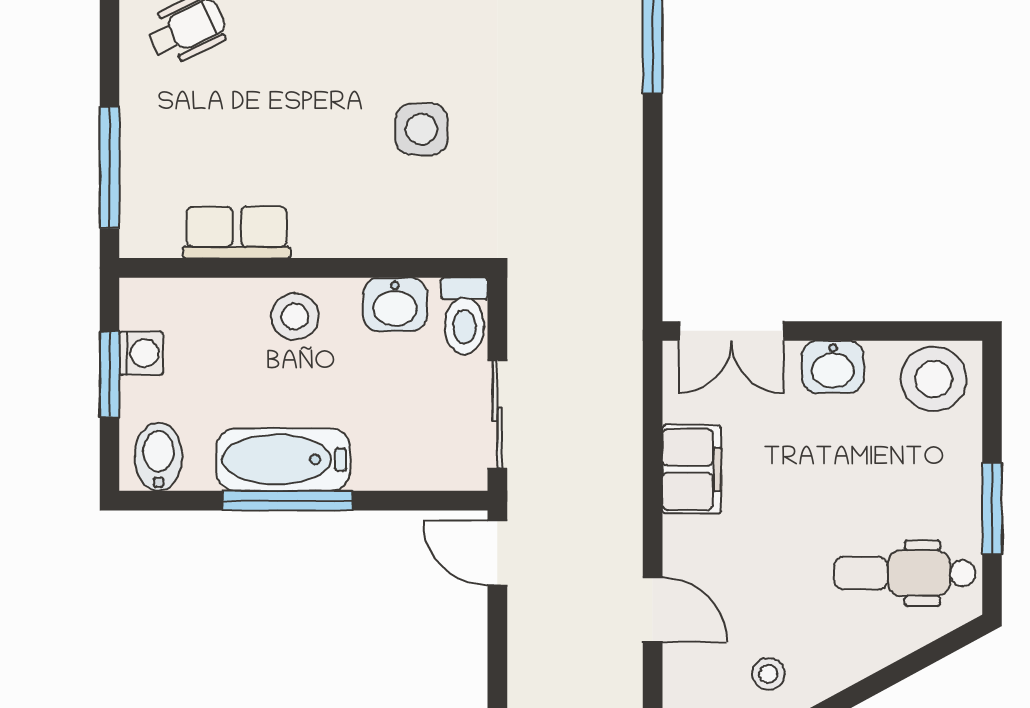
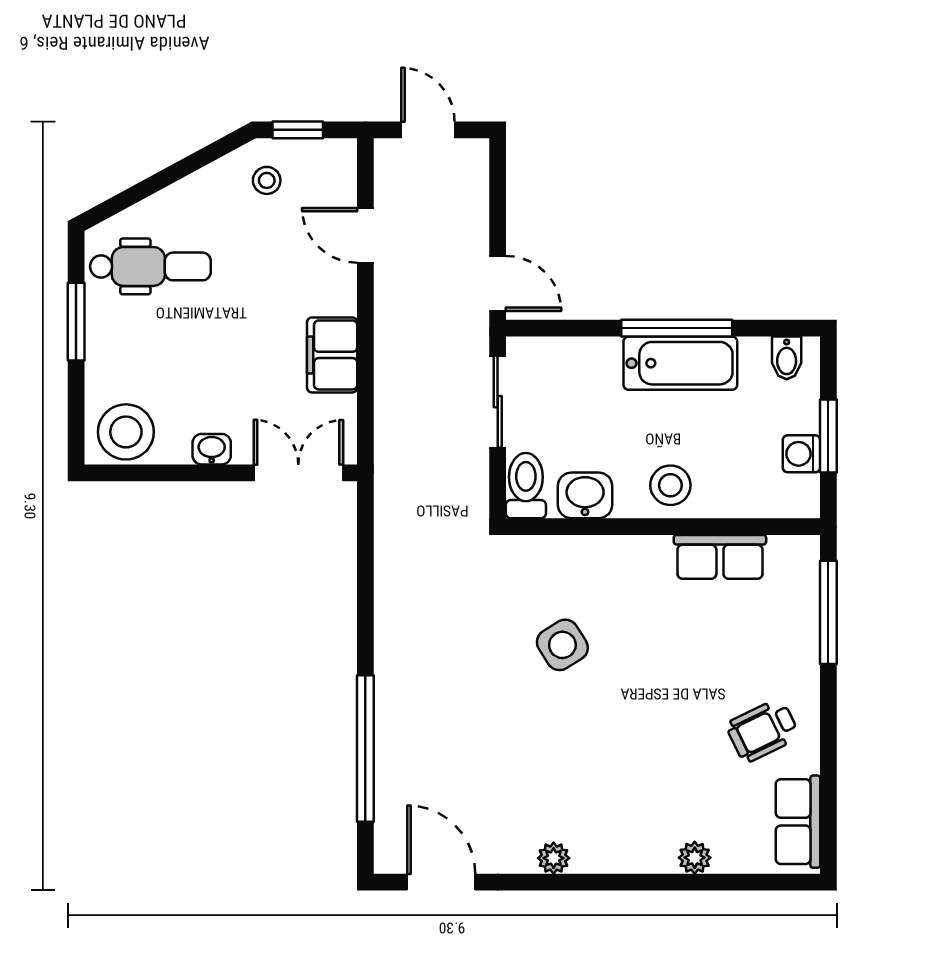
side table: (421, 129) -> (562, 645), turned -32
washbasin: (833, 367) -> (212, 449), width x0.72, depth x0.69
bidet: (158, 457) -> (787, 358), width x0.72, depth x0.74

